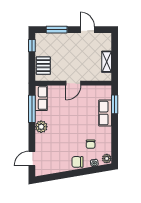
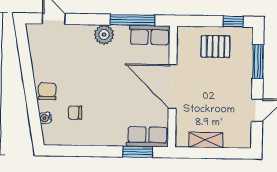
pallet: (43, 66) -> (216, 46), moved
door: (73, 83) -> (172, 87), width x1.87
row of seats: (105, 113) -> (147, 137), moved
plant: (107, 159) -> (52, 138), removed

